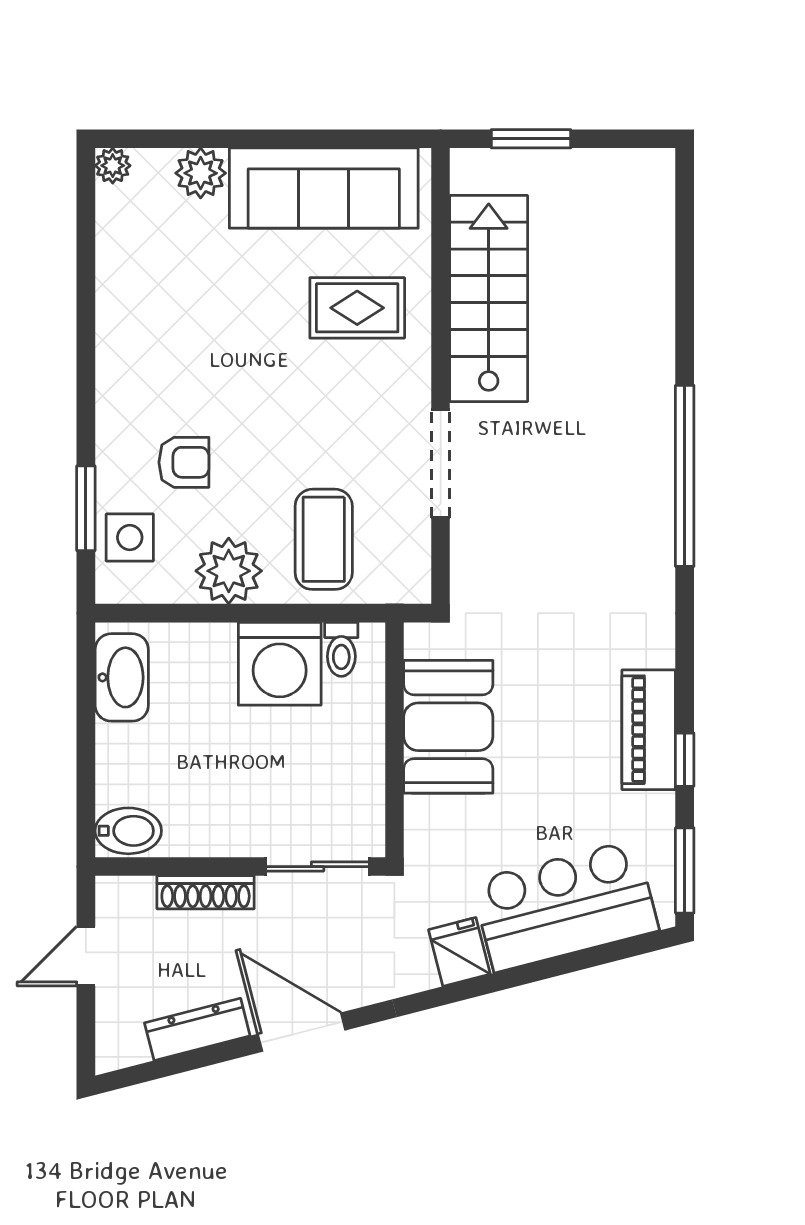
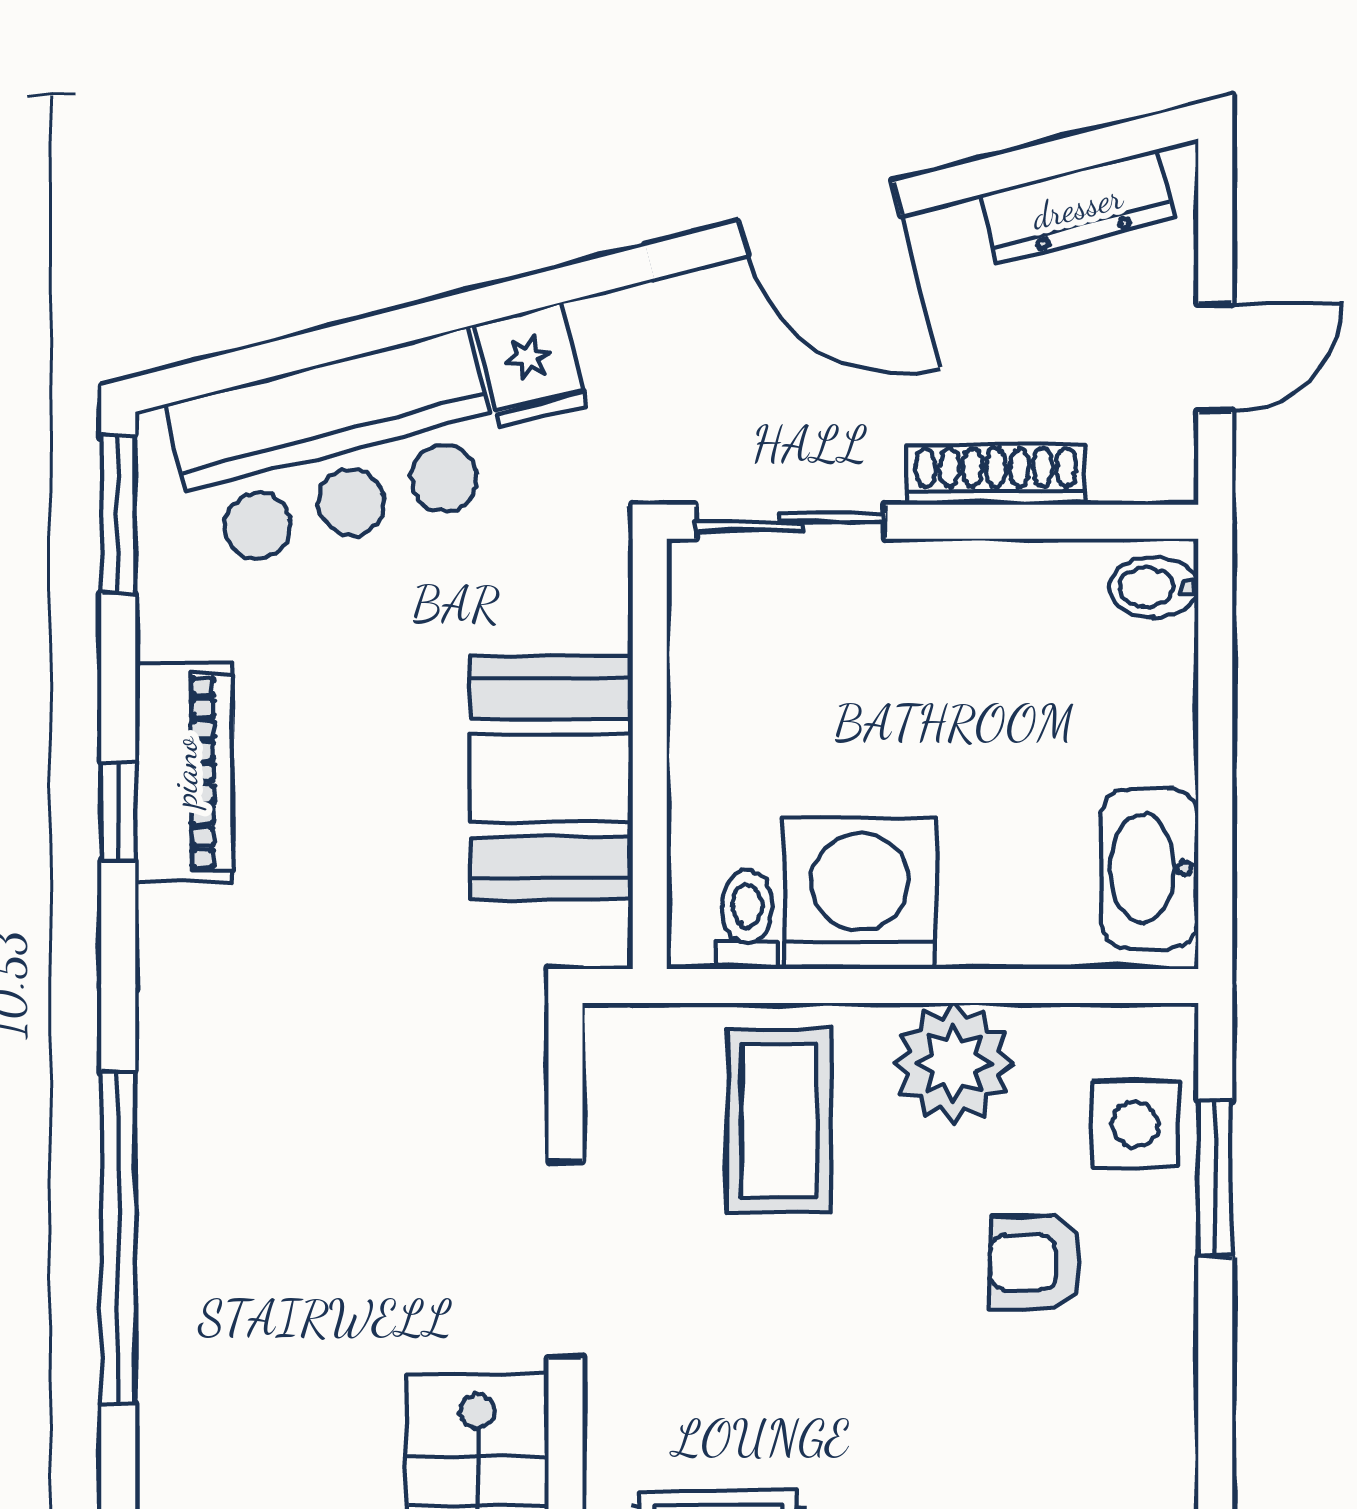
window: (685, 760) -> (118, 811), moved
bidet: (128, 831) -> (1154, 587), width x0.72, depth x0.74
dresser: (197, 1029) -> (1077, 206), moved

